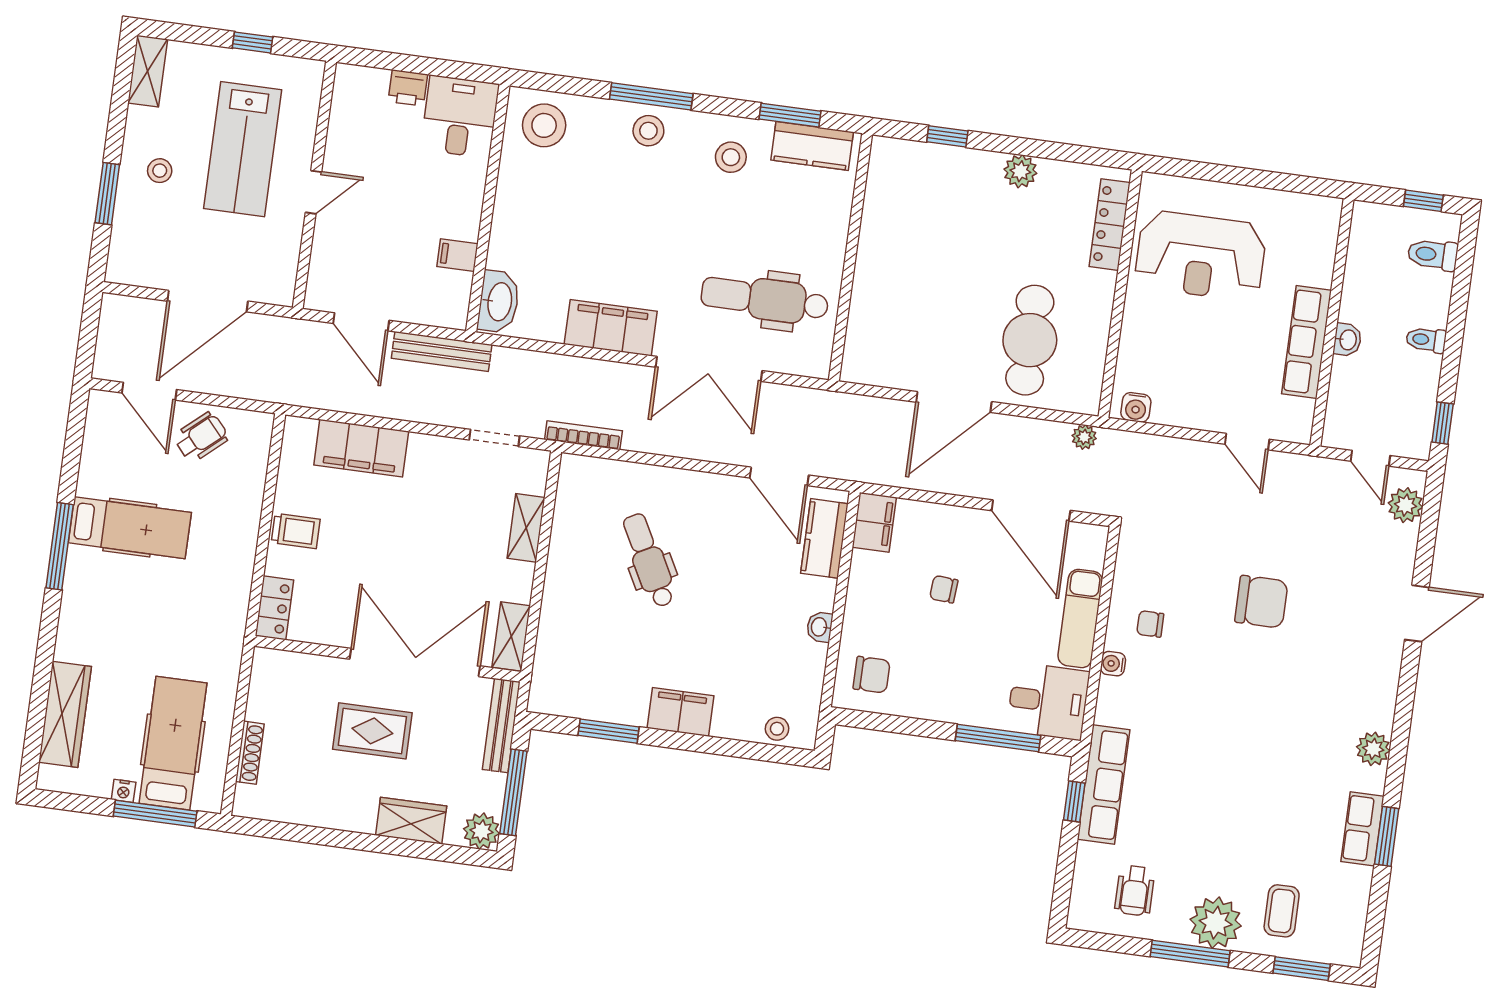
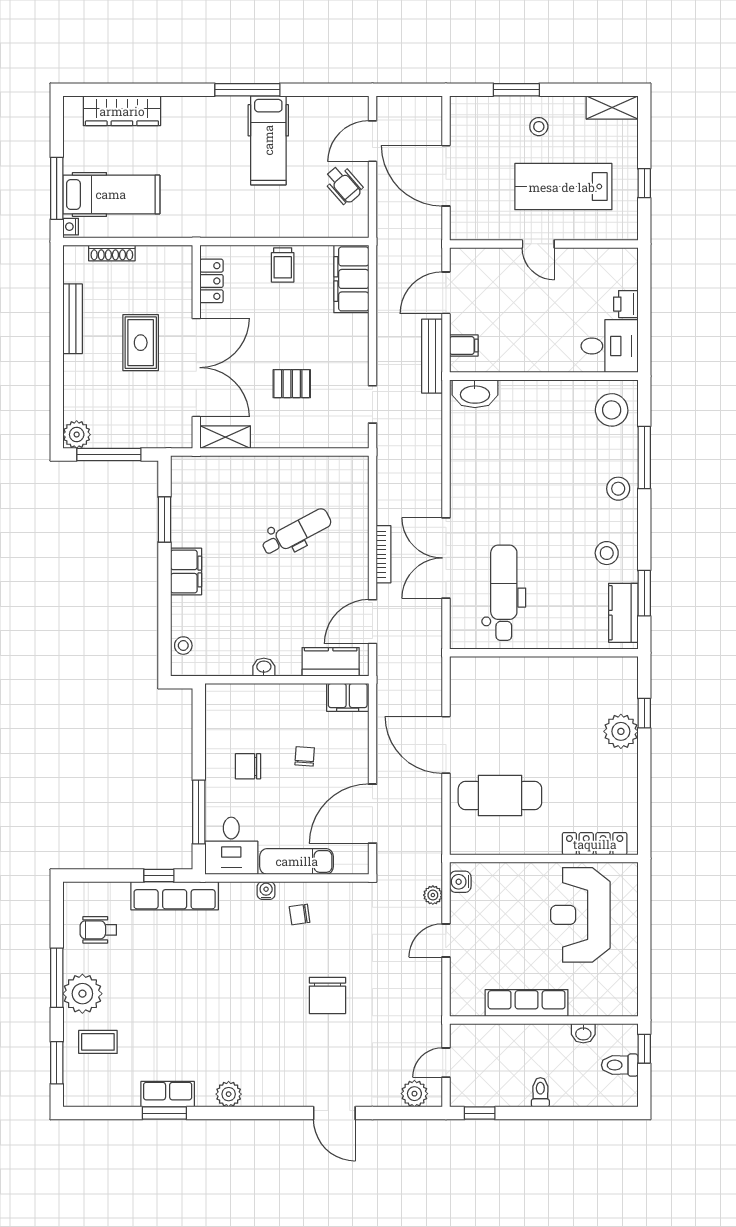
window: (651, 96) -> (644, 458), moved
plant: (1020, 171) -> (621, 731), moved, width x1.36, depth x1.36
window: (1423, 201) -> (644, 1049), moved
filing cabinet: (458, 255) -> (464, 346), moved, turned 90
toilet: (1433, 255) -> (620, 1065), moved, turned -90
filing cabinet: (611, 328) -> (467, 480), removed
washbasin: (1347, 340) -> (583, 1033), moved
bookcase: (583, 435) -> (383, 554), moved
plant: (1084, 437) -> (433, 895), moved
door: (1247, 442) -> (446, 940), moved
filing cabinet: (361, 448) -> (351, 279), moved
shelving: (526, 528) -> (308, 437), removed
pallet: (453, 540) -> (292, 384), added
locker: (274, 608) -> (211, 281), moved, turned -90
chair: (1150, 624) -> (300, 914), turned -98
chair: (872, 675) -> (248, 766), moved, turned 90
bench: (501, 726) -> (73, 319), moved, turned 90
nightstand: (124, 791) -> (71, 227), moved
wardrobe: (411, 821) -> (77, 381), removed

